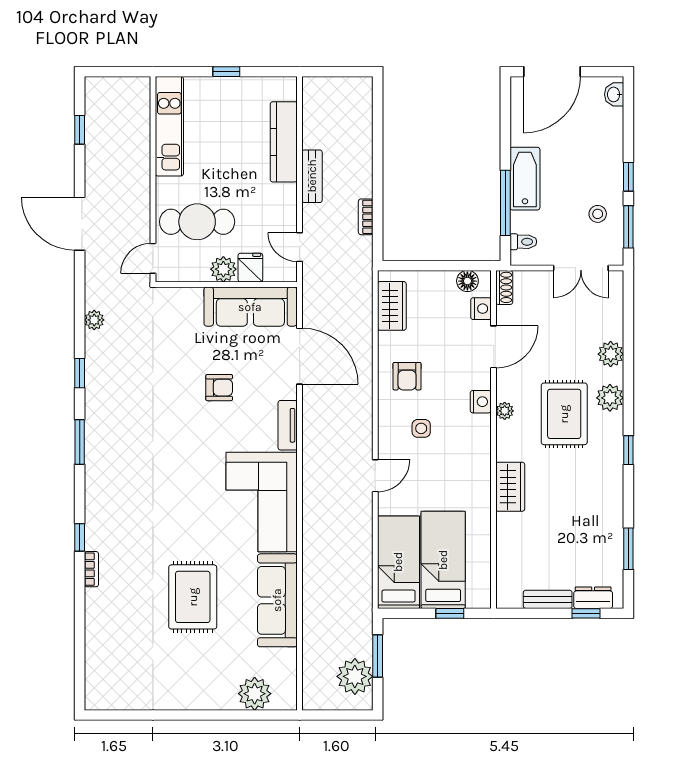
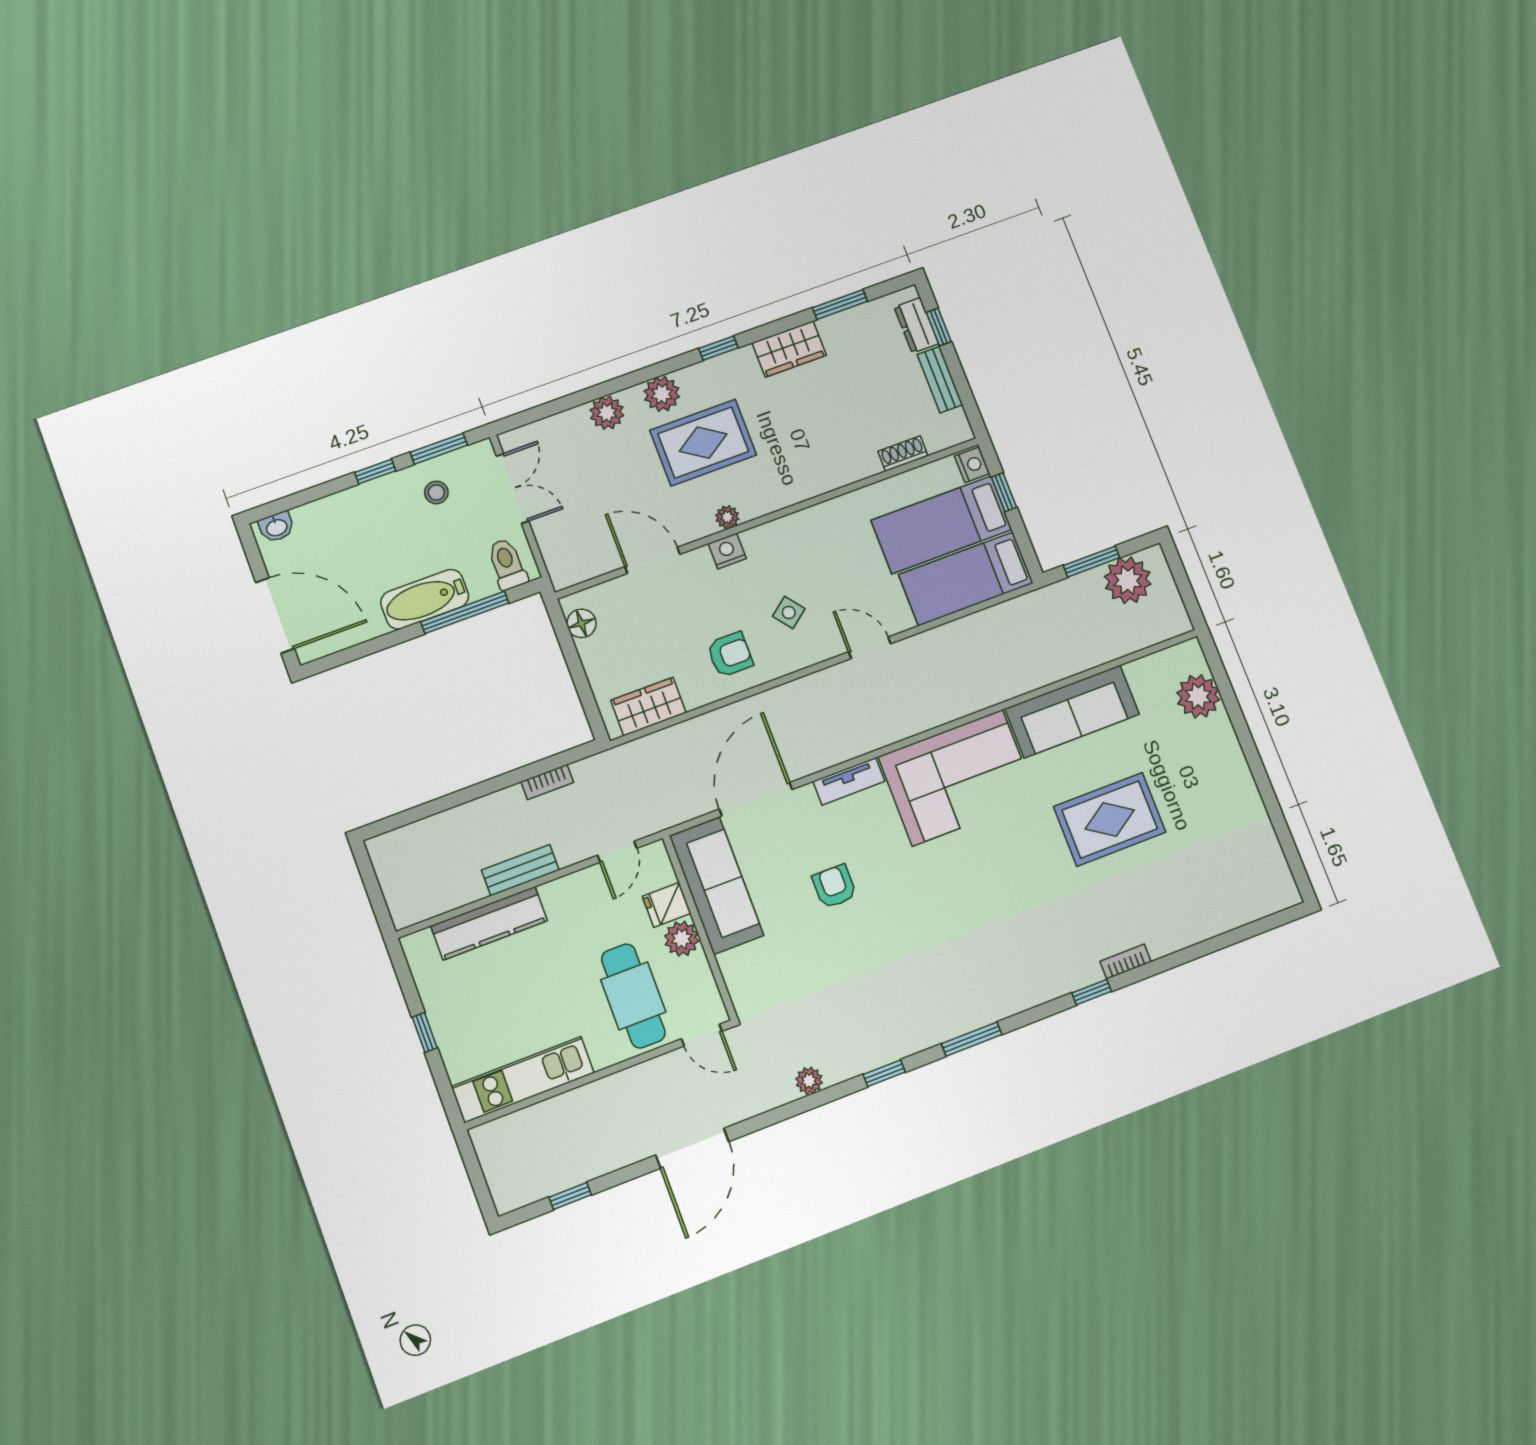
toilet: (523, 242) -> (507, 564), width x1.37, depth x1.39
shoe rack: (504, 287) -> (903, 454), moved
nightstand: (481, 309) -> (972, 465), moved, turned 90
side table: (421, 428) -> (789, 613), turned -38
wardrobe: (510, 487) -> (789, 349), moved, turned 180

